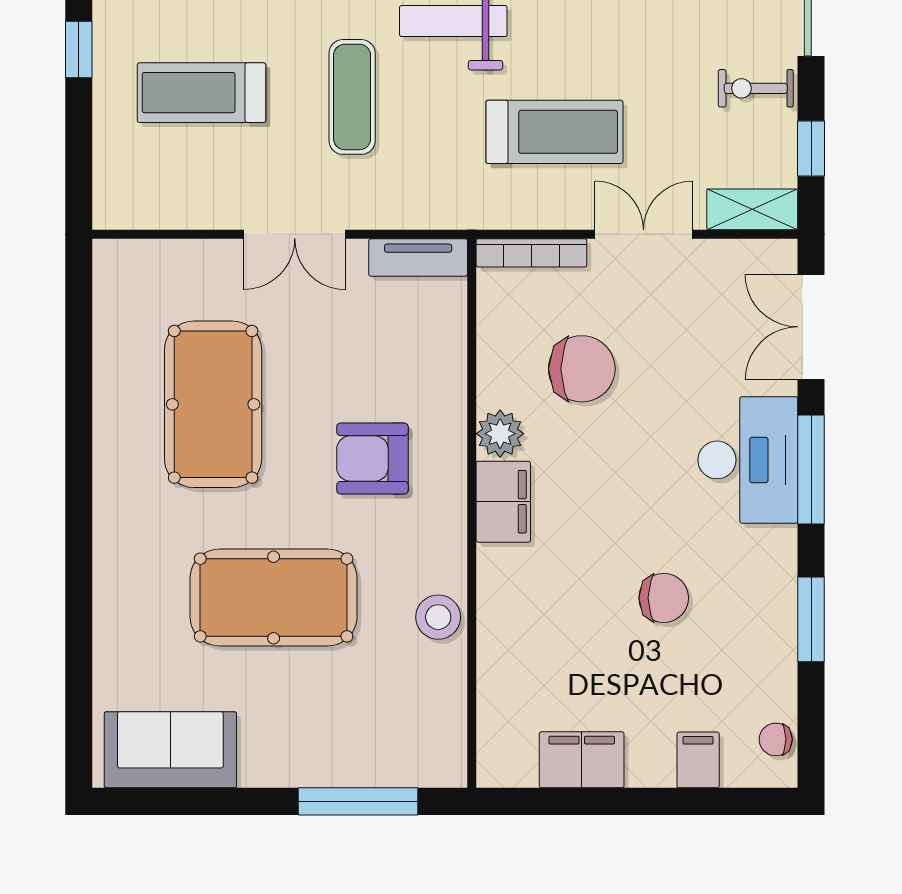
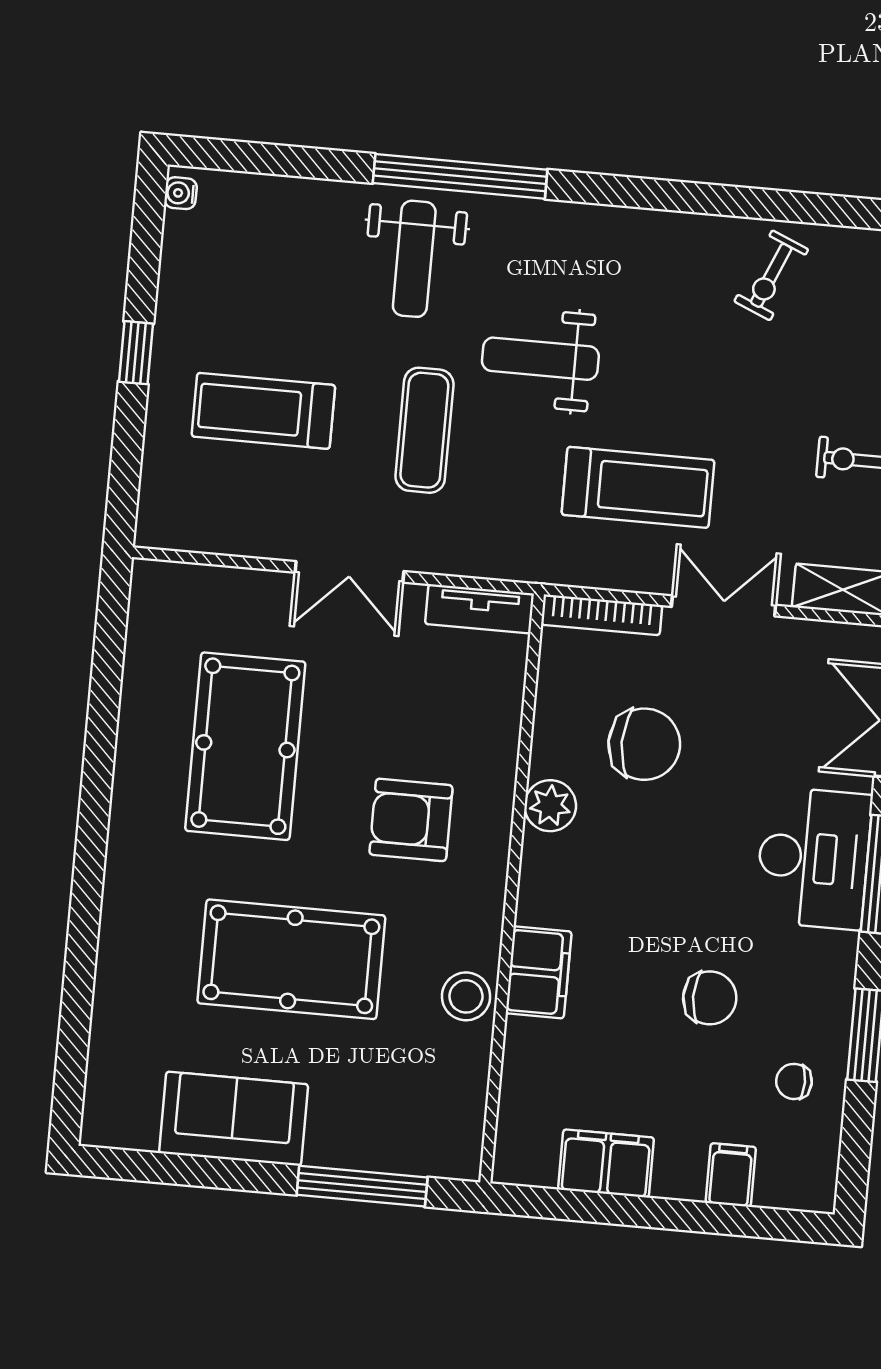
filing cabinet: (503, 502) -> (539, 972), moved
chair: (776, 739) -> (794, 1081), moved
sofa: (170, 750) -> (234, 1119), moved

